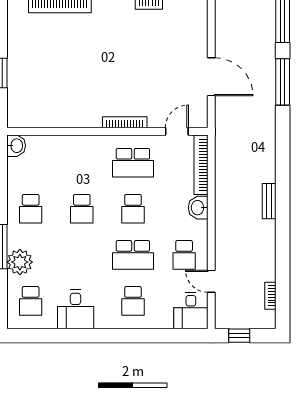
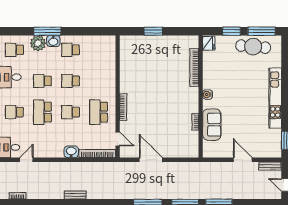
door: (211, 77) -> (151, 160), swing flipped
washbasin: (16, 146) -> (53, 41), moved
school desk: (184, 255) -> (42, 81), moved

